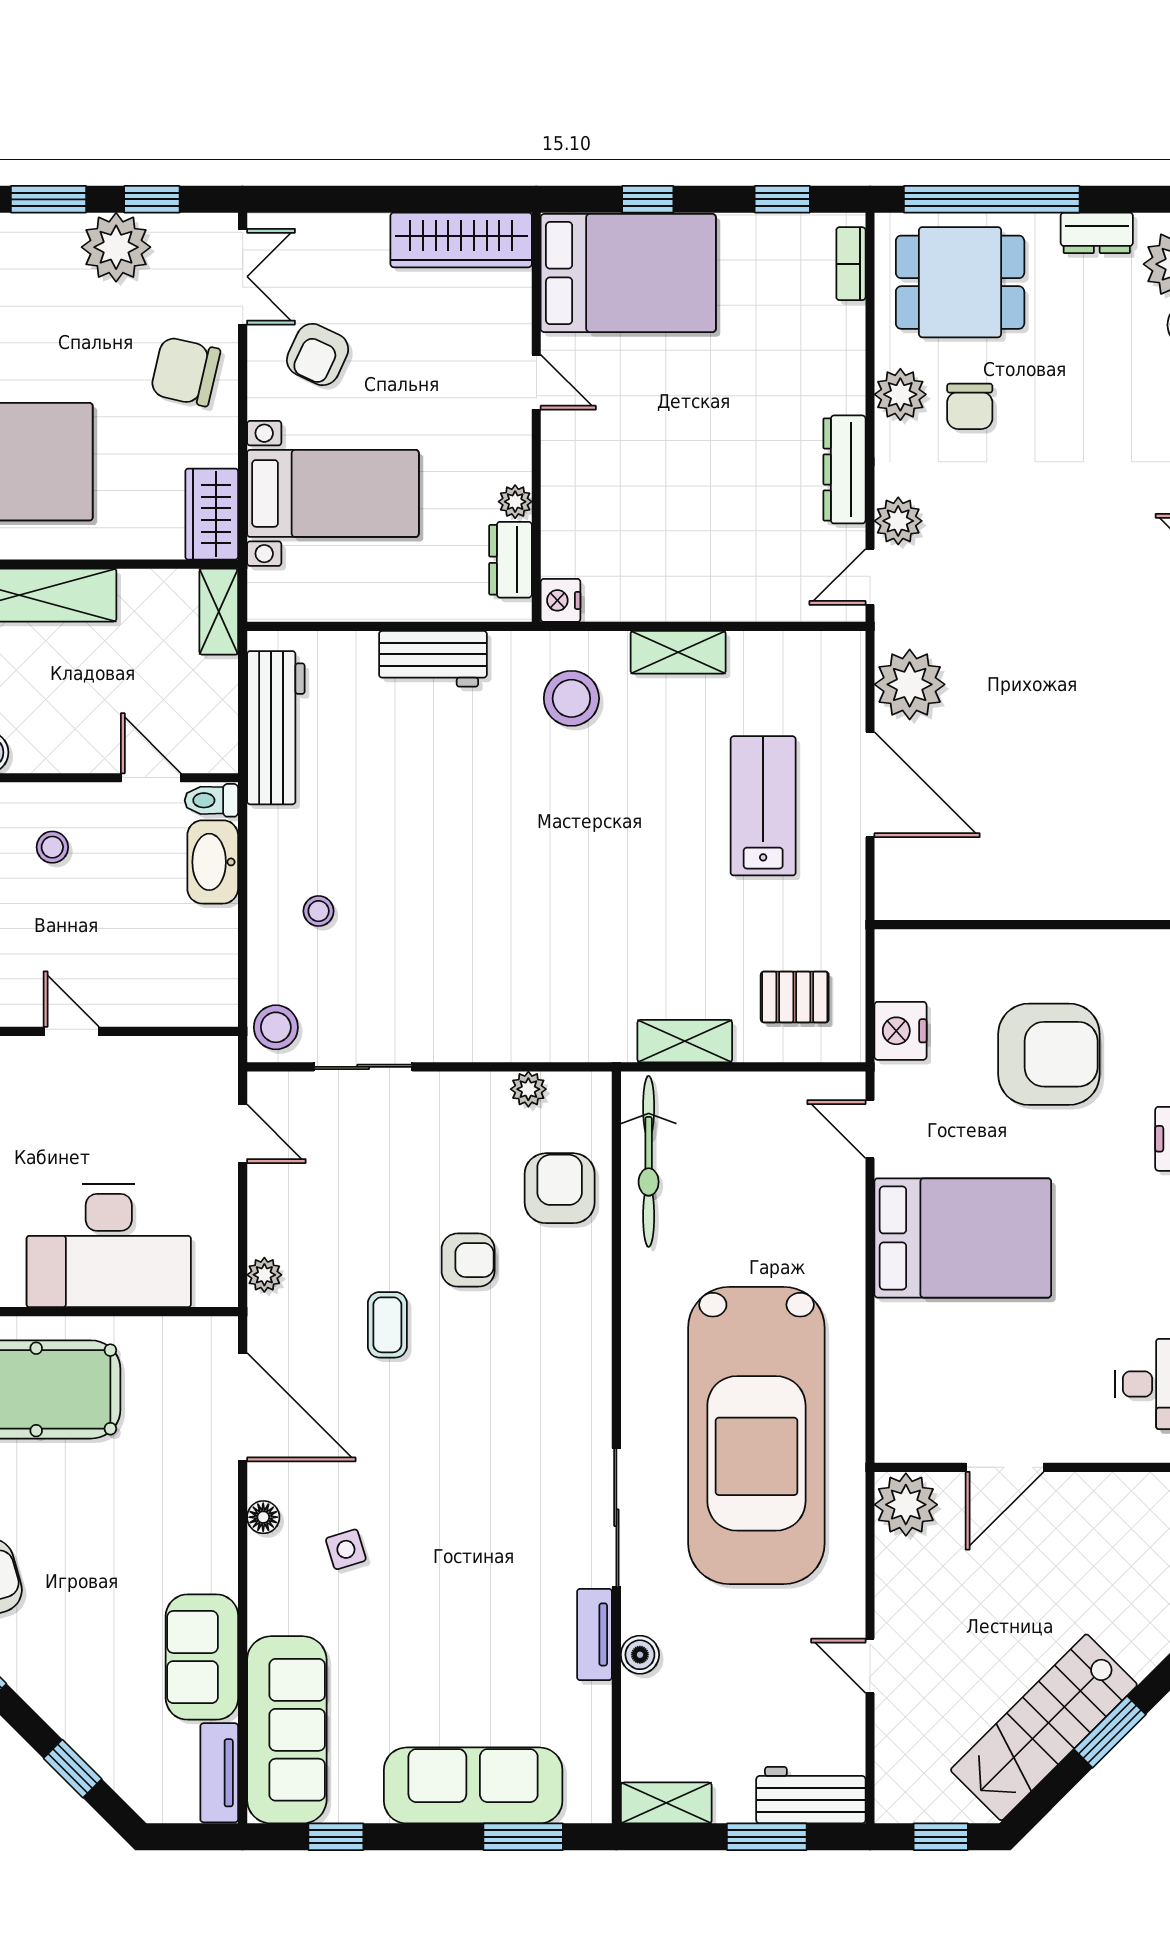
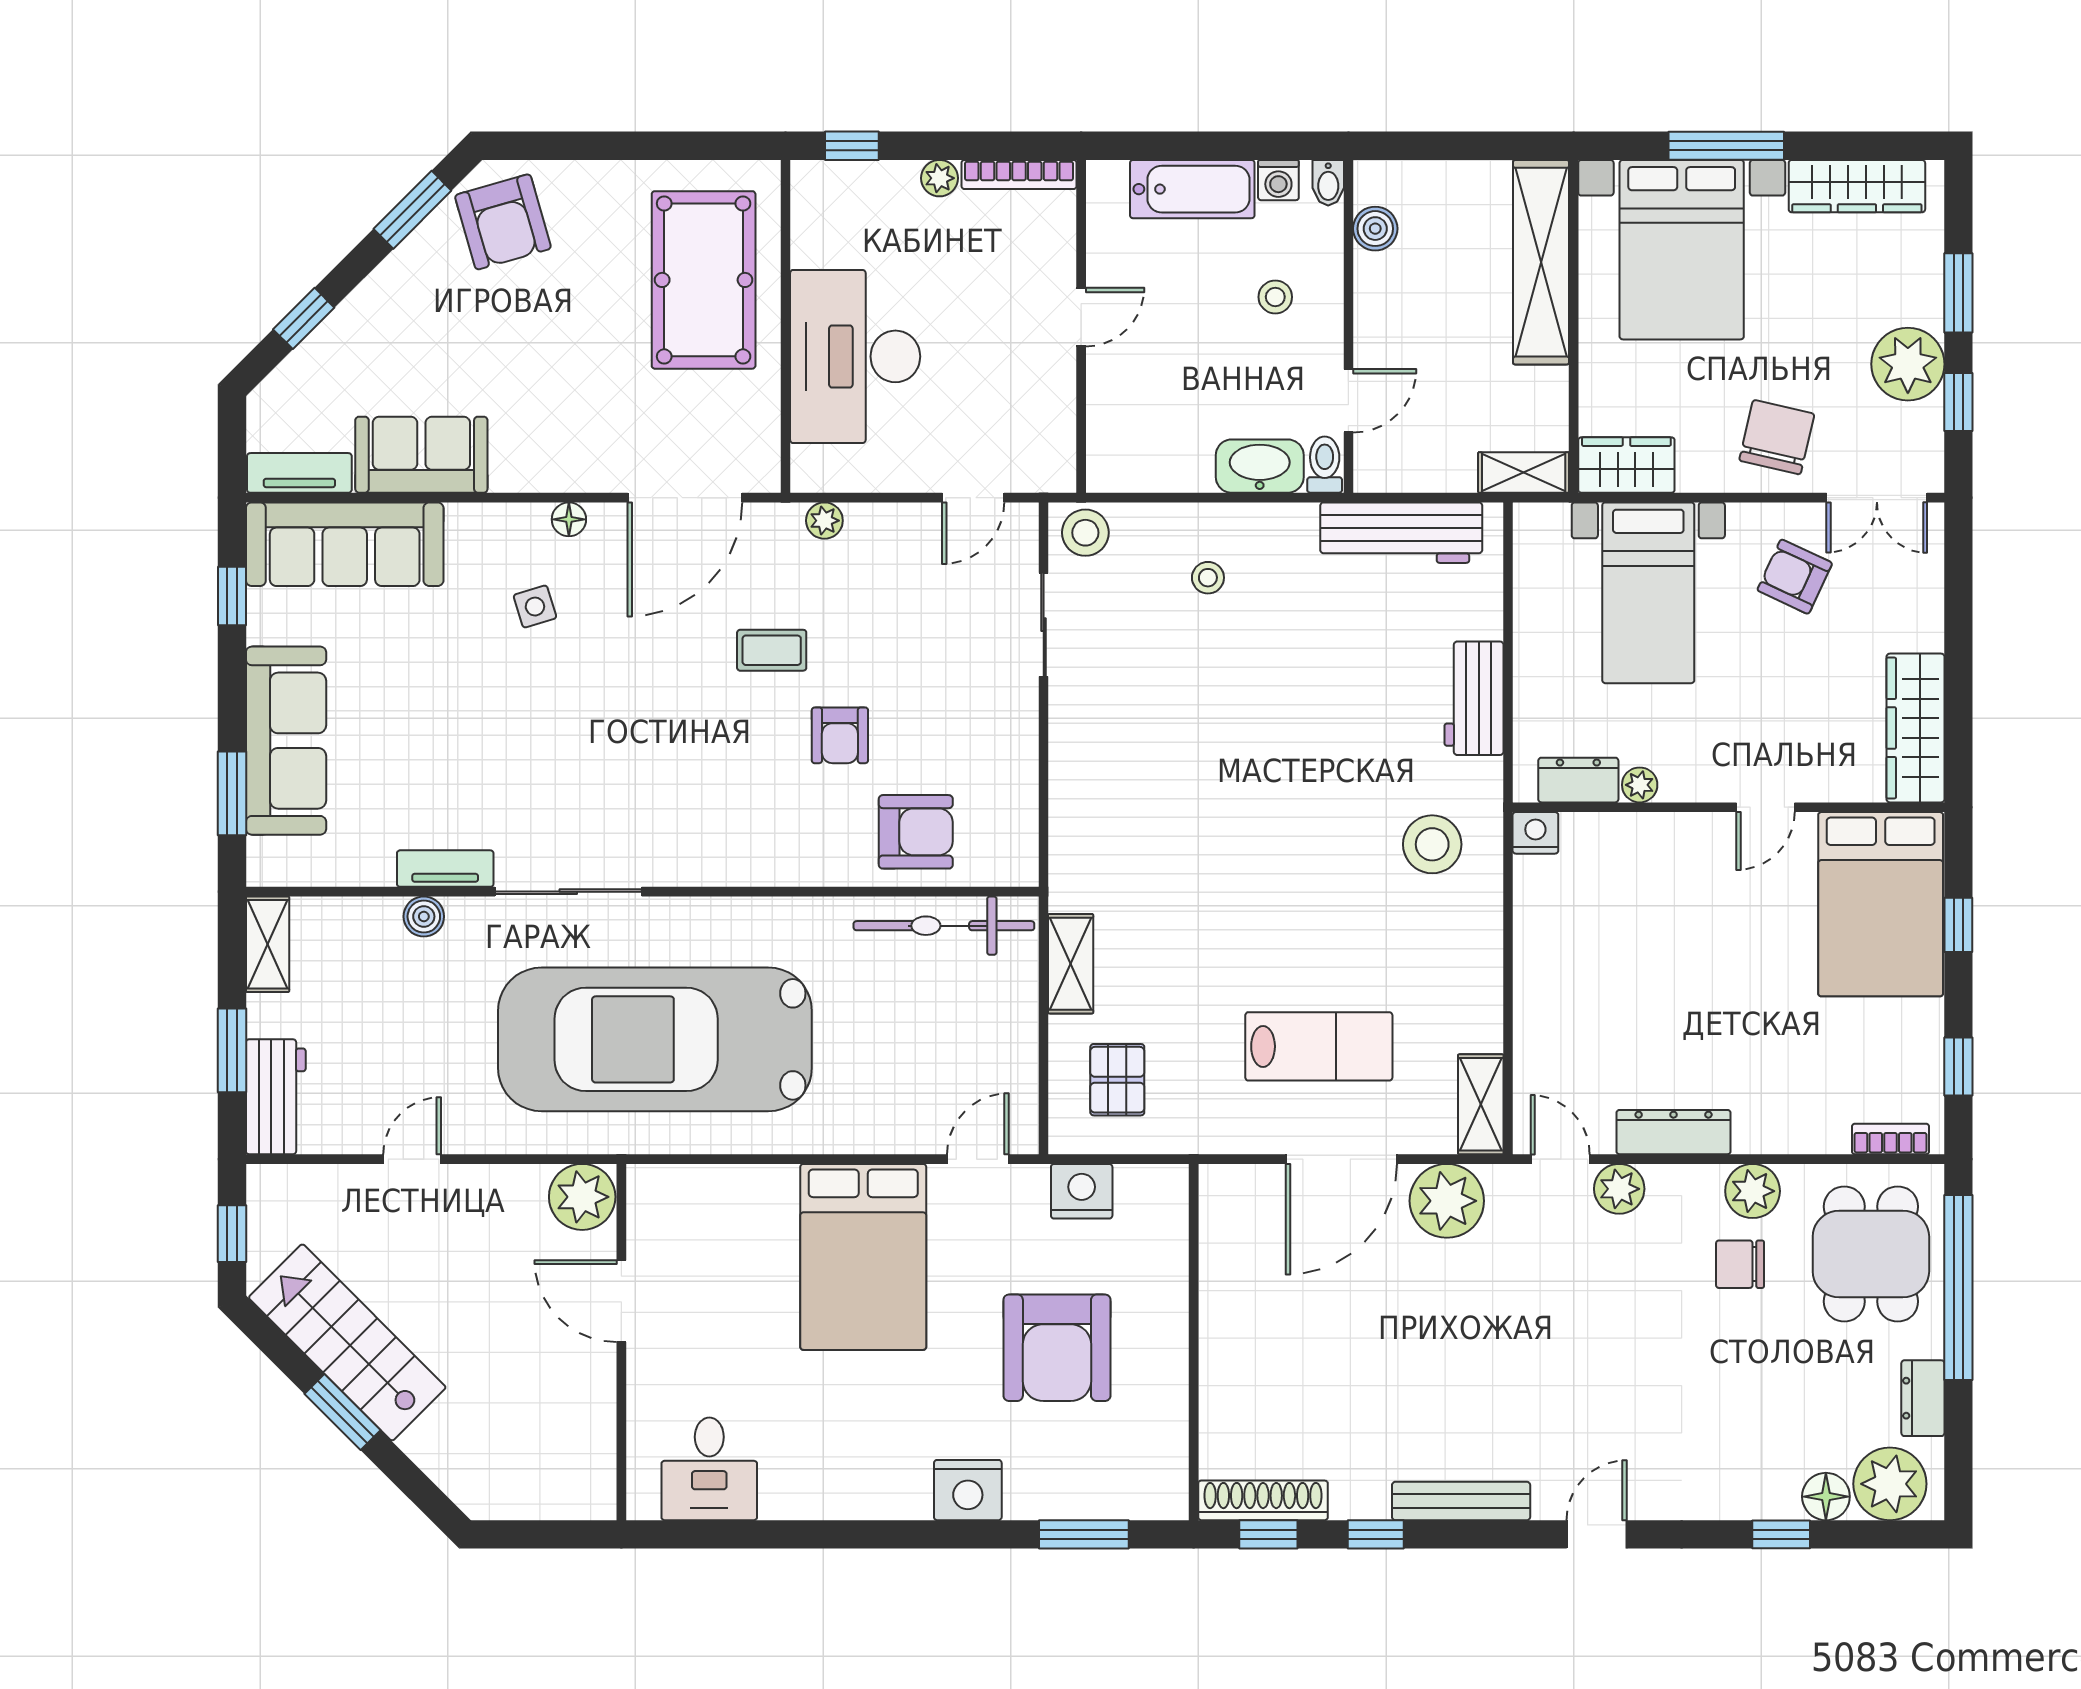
shelving: (678, 652) -> (1481, 1104), moved
plant: (528, 1089) -> (1020, 799), removed

